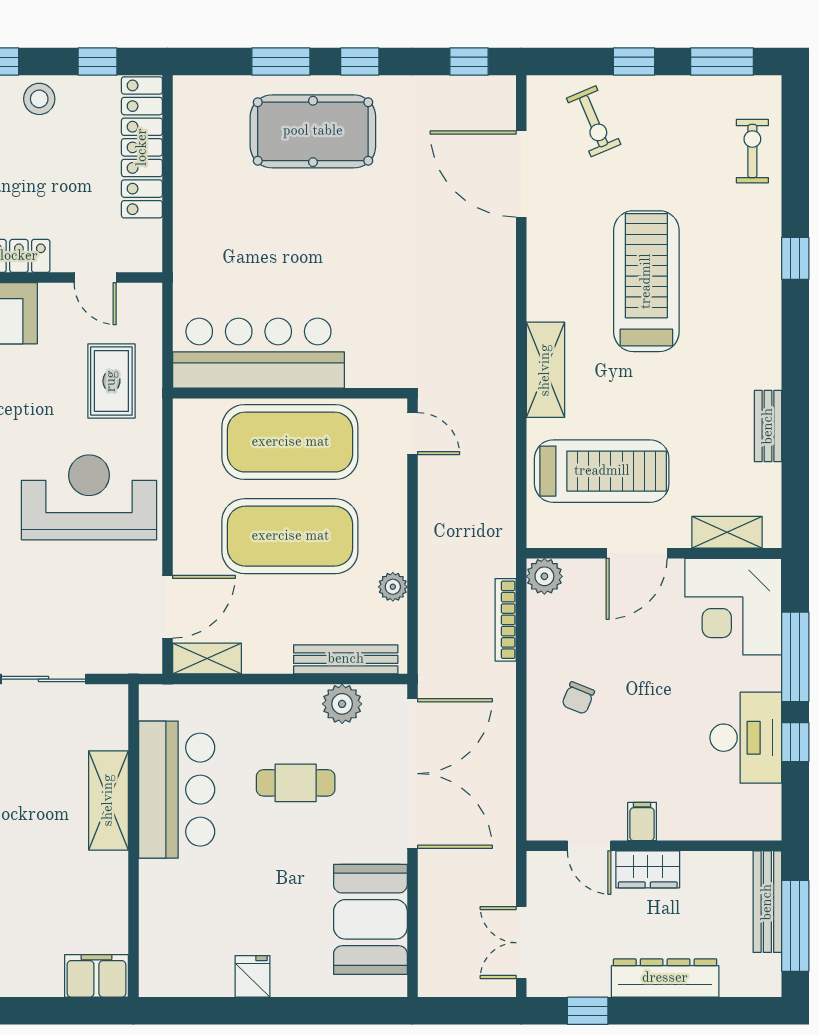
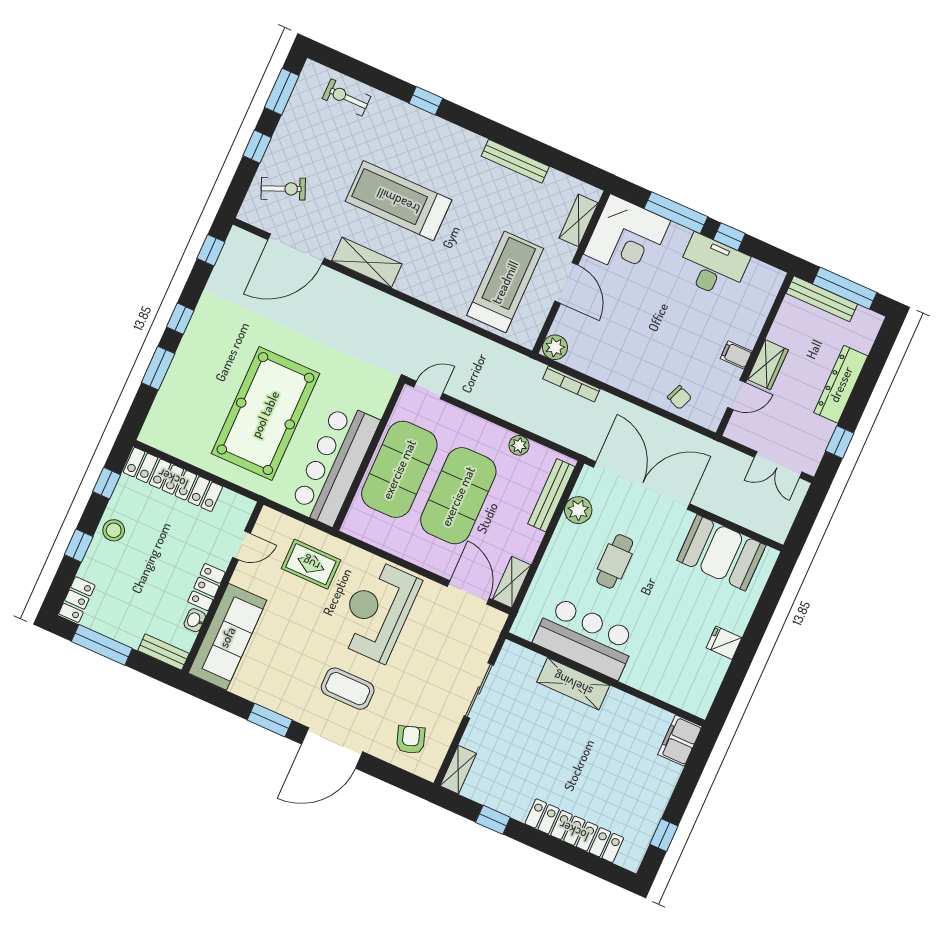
pool table: (313, 131) -> (265, 414), moved, width x1.36, depth x1.32
shelving: (545, 370) -> (367, 262), moved
bench: (768, 426) -> (515, 161), width x1.36
chair: (578, 698) -> (679, 397), moved

